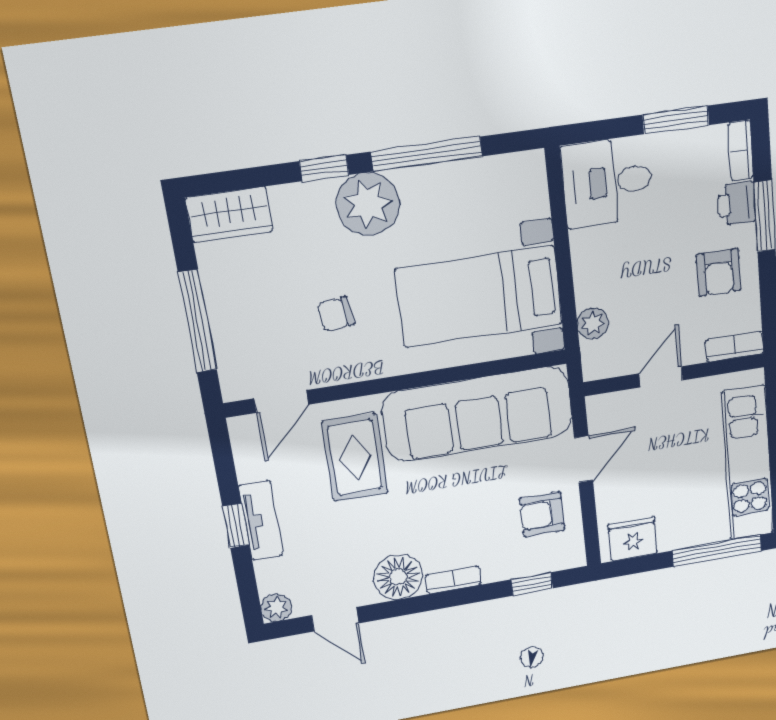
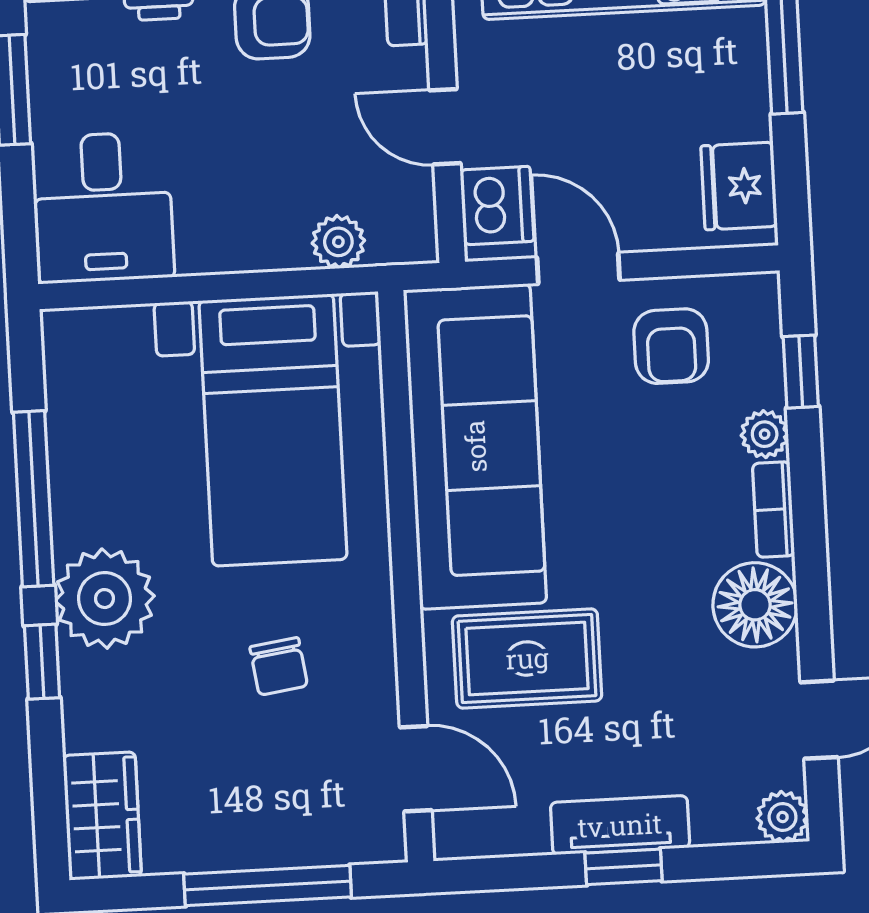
dishwasher: (617, 411) -> (497, 206), added
plant: (496, 570) -> (765, 434), added

